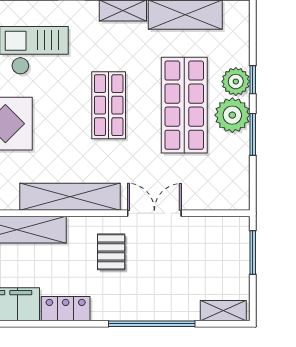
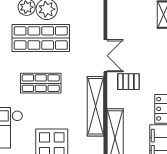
double door: (154, 213) -> (105, 56), swing flipped

